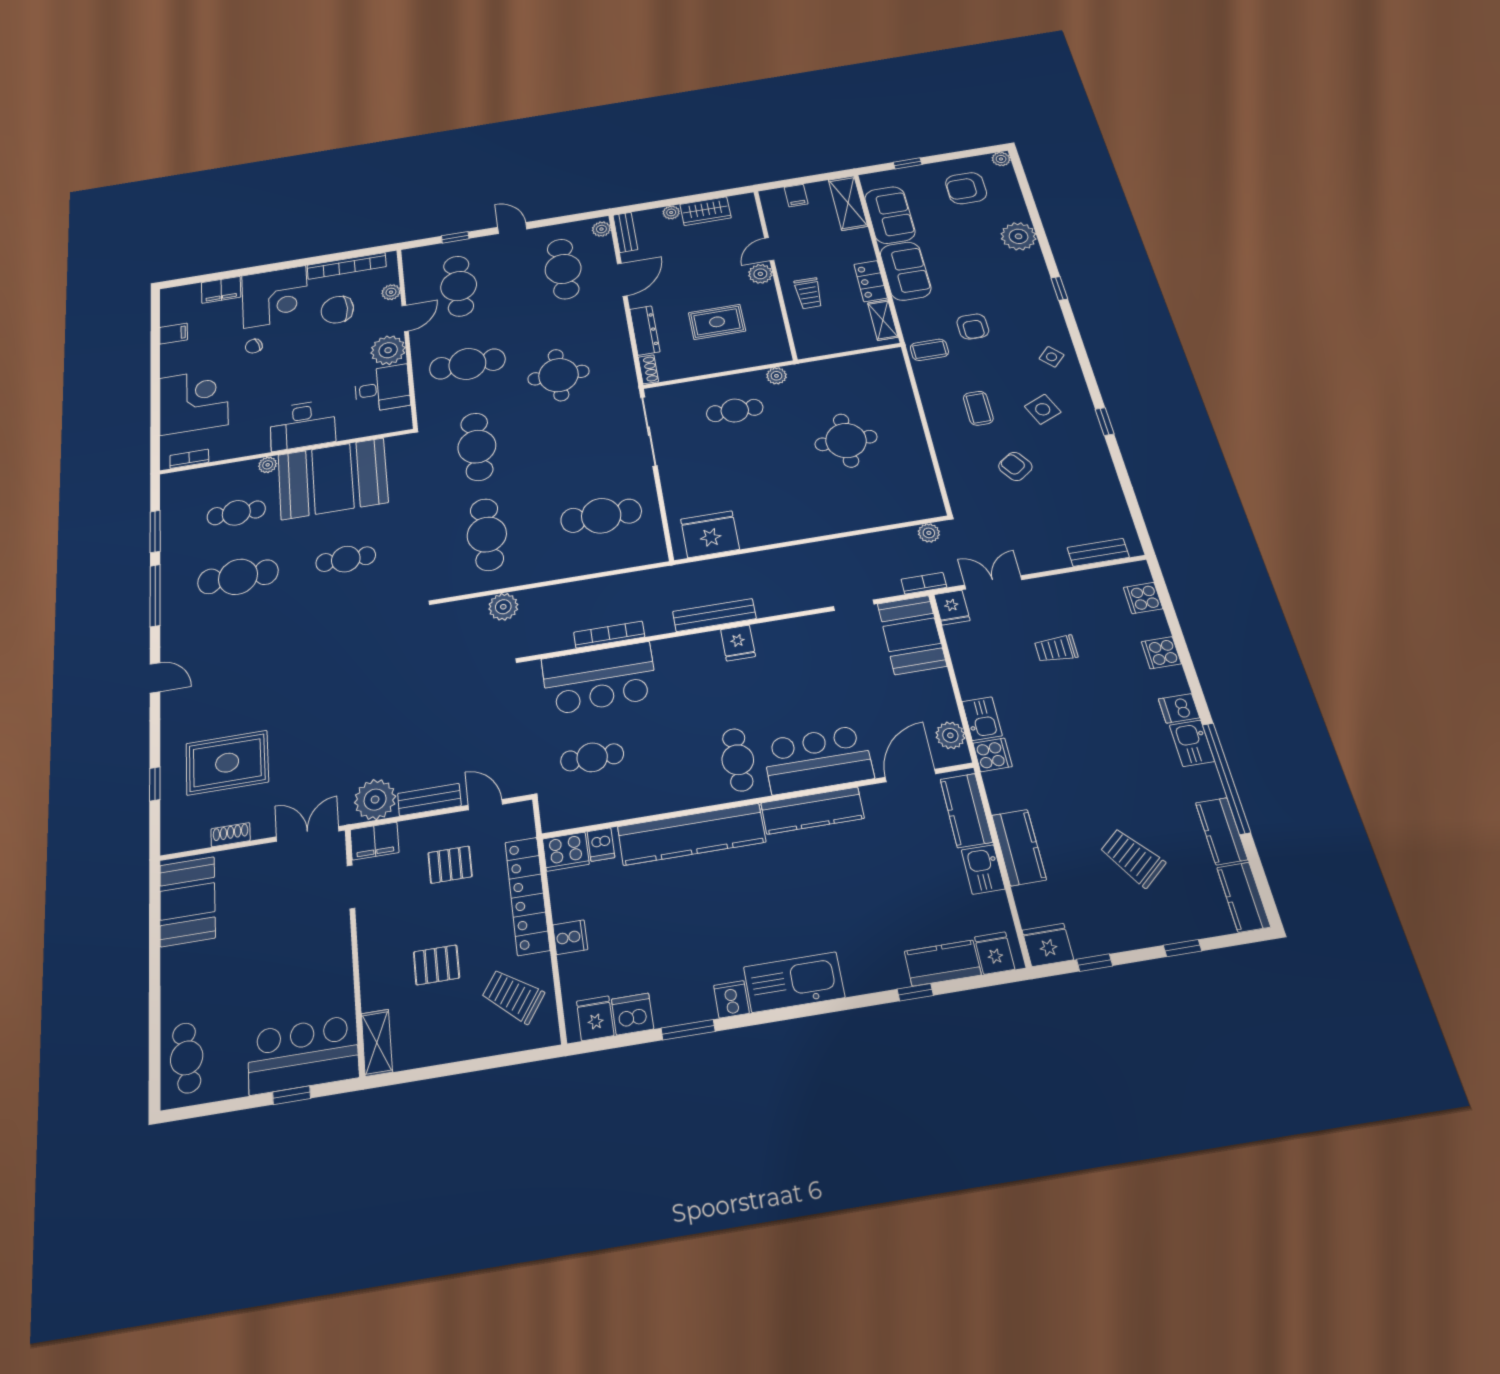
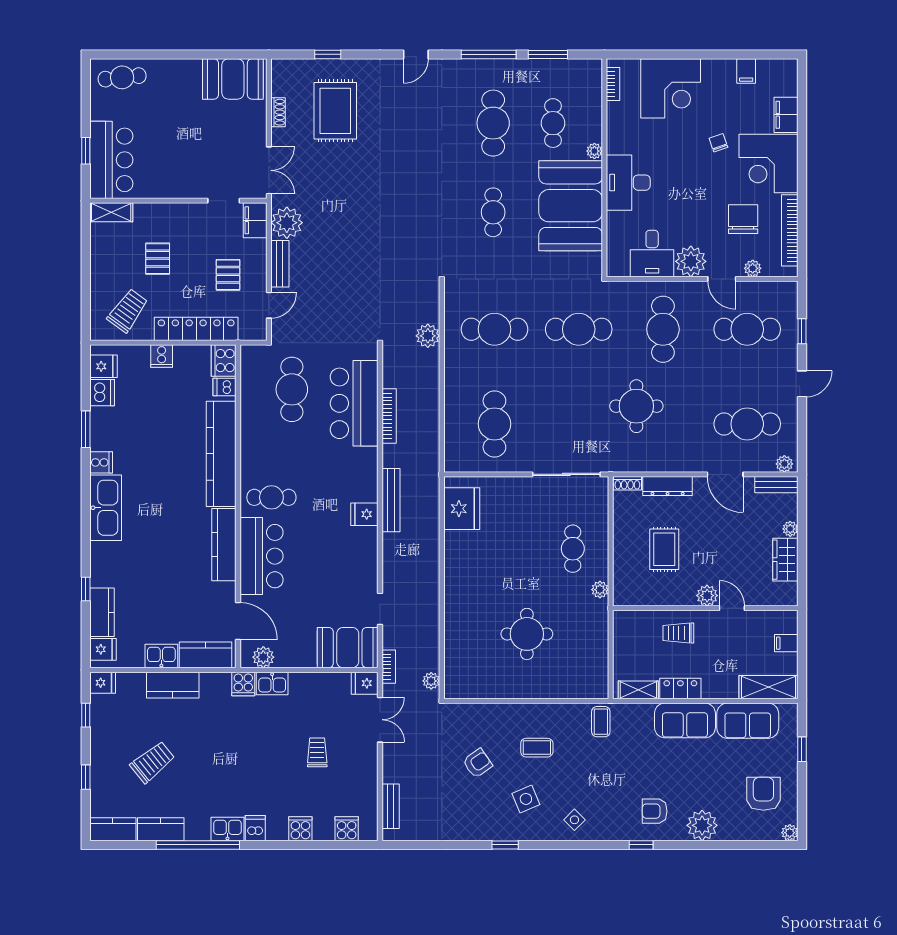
armchair: (973, 327) -> (655, 811), moved
cafe table: (592, 757) -> (292, 389), width x1.37, depth x1.35
fridge: (1048, 945) -> (103, 683), width x0.72

